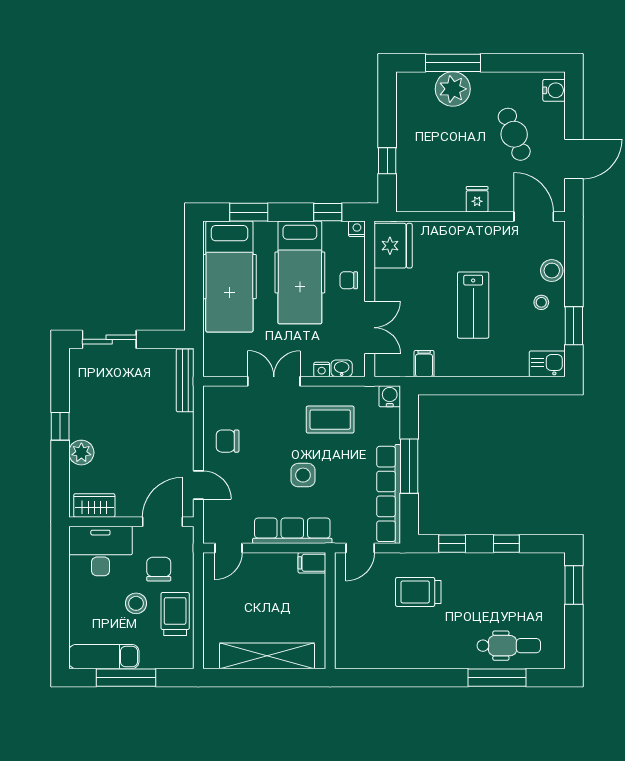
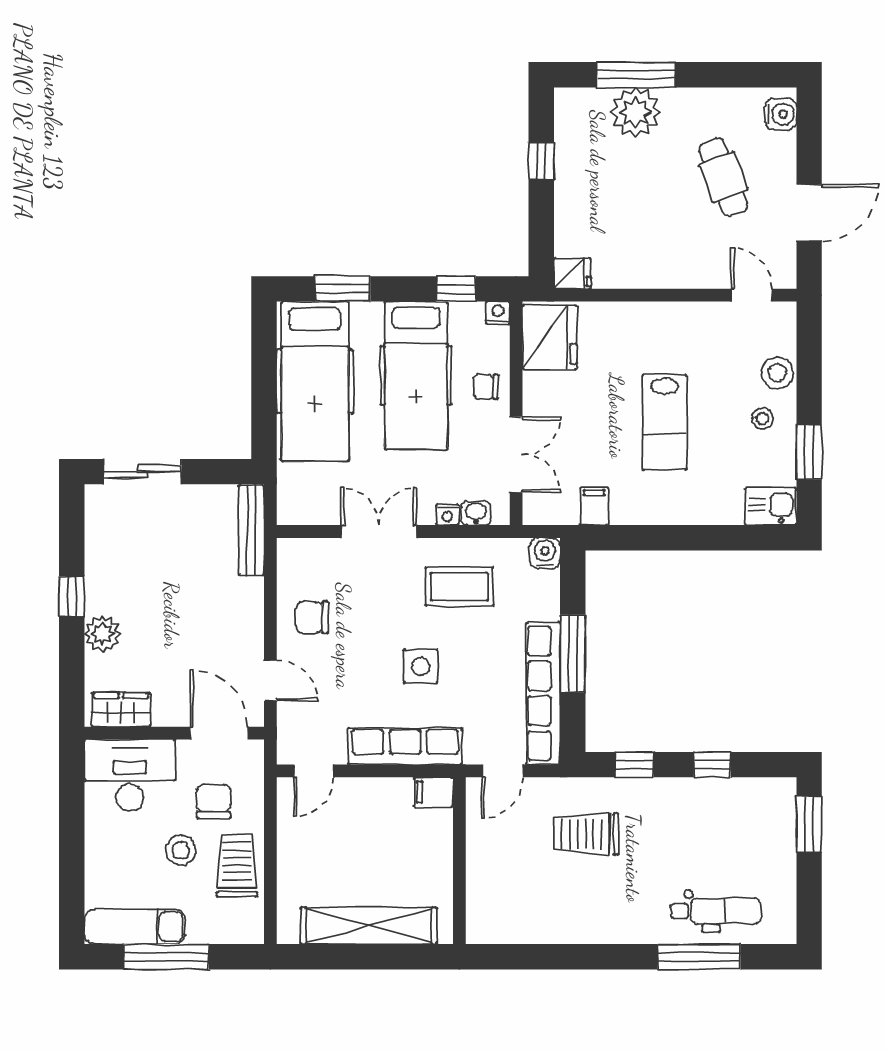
window: (387, 161) -> (541, 161), moved
fridge: (477, 199) -> (572, 273), moved, turned 90
door: (534, 216) -> (752, 295), width x0.73
door: (162, 522) -> (219, 733), hinge flipped

